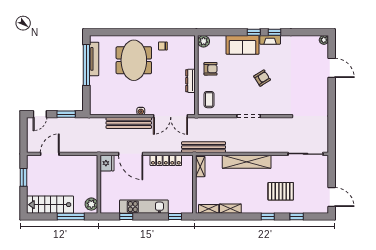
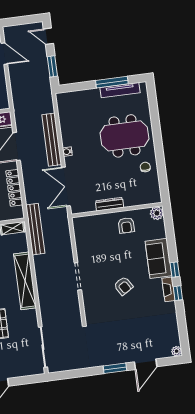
window: (86, 65) -> (112, 82), width x0.68
window: (332, 95) -> (115, 368), added
coffee table: (209, 100) -> (91, 228), removed

